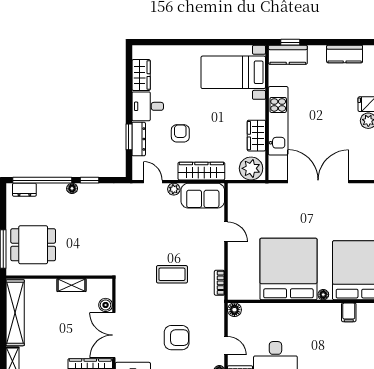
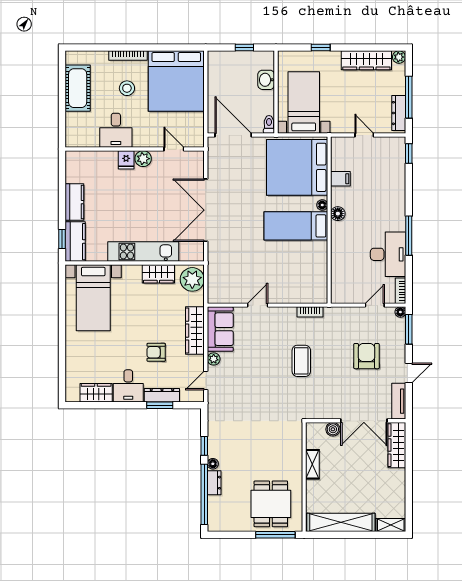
kitchen counter: (345, 54) -> (74, 202), moved
dresser: (24, 190) -> (214, 483), moved
bed: (288, 269) -> (296, 226), width x0.49
floor lamp: (234, 310) -> (338, 214), moved

